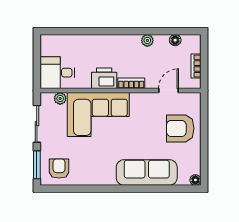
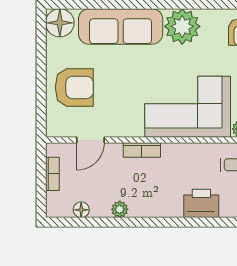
printer: (104, 78) -> (201, 203), moved, turned 180
plant: (102, 172) -> (182, 26), added
floor lamp: (195, 180) -> (60, 23), width x1.89, depth x1.89

